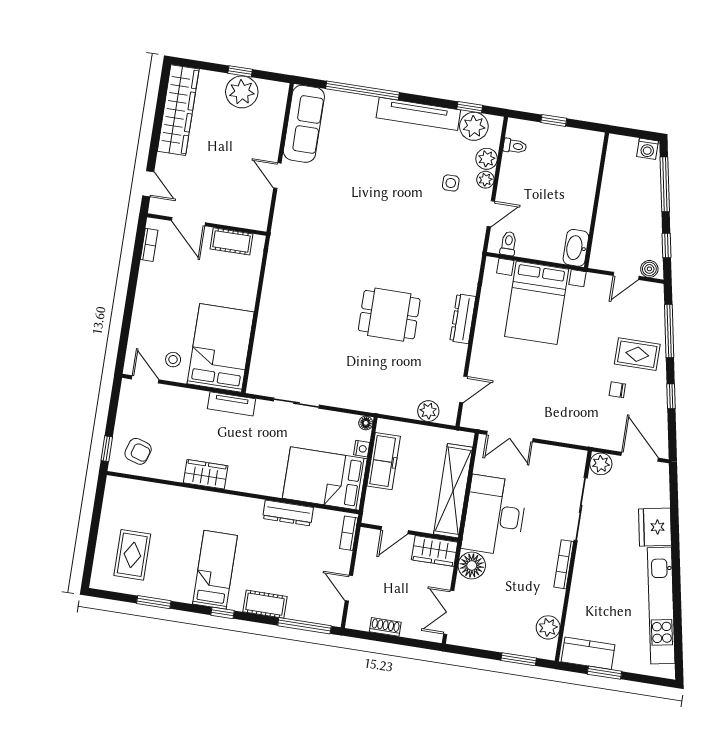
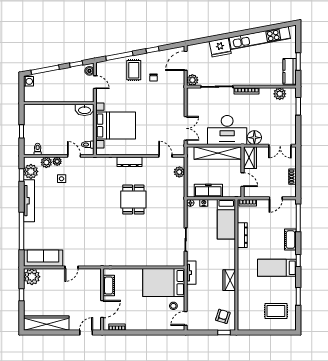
plant: (242, 92) -> (32, 277), moved
bed: (325, 479) -> (226, 219), width x0.67

